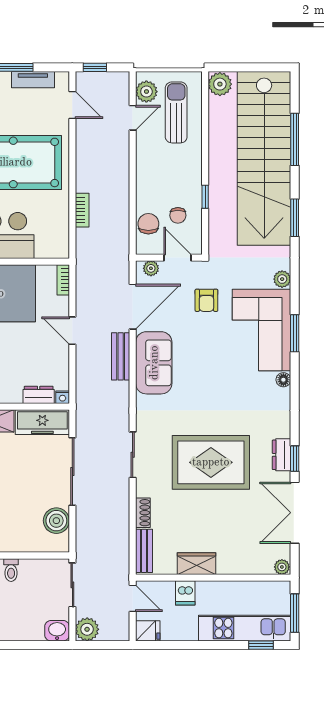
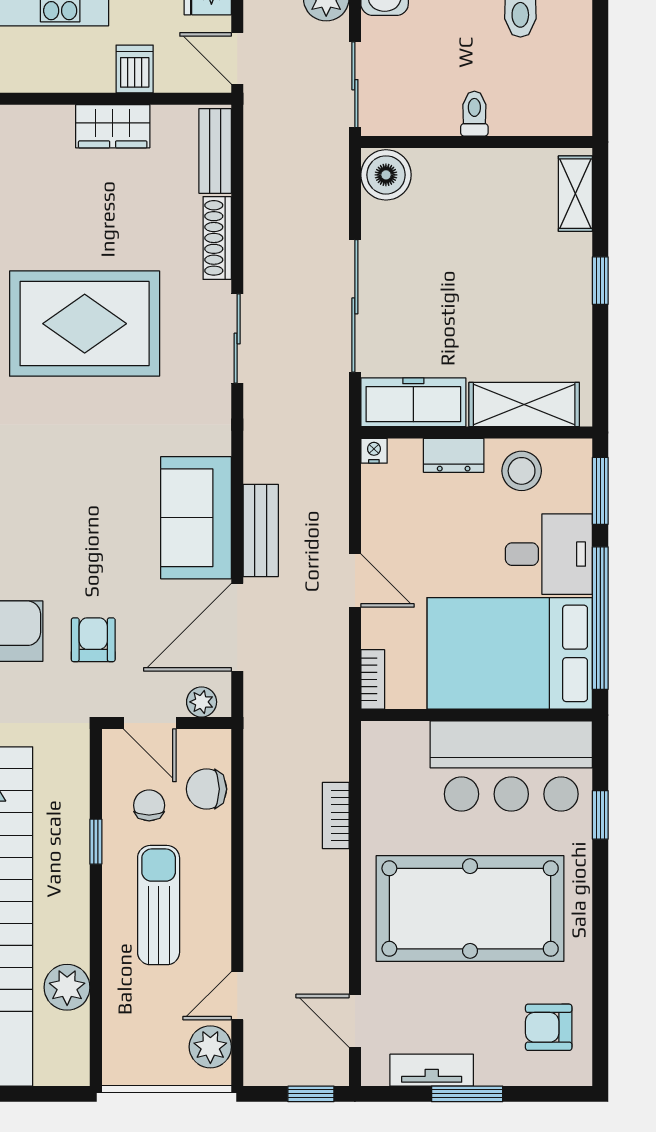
plant: (220, 84) -> (67, 987), moved
sun lounger: (176, 112) -> (159, 905), moved, turned 180
chair: (148, 224) -> (207, 789), turned 90
dresser: (39, 395) -> (454, 455), moved
shoe rack: (143, 513) -> (217, 238), width x1.43
boiler: (56, 521) -> (386, 175), moved

